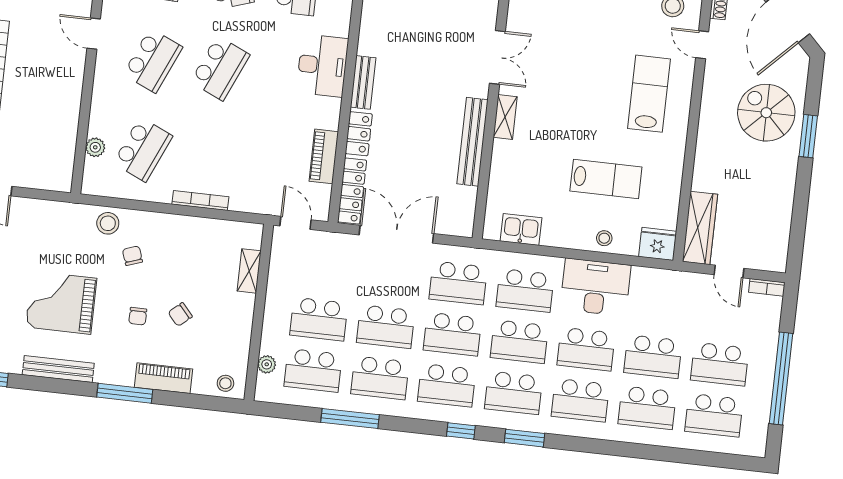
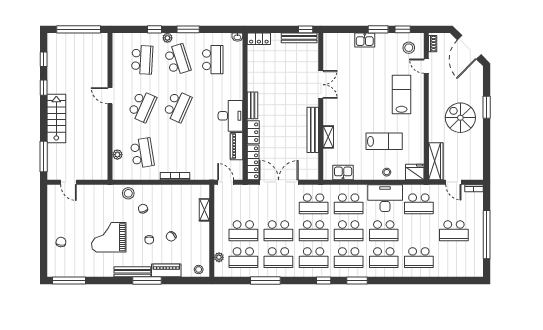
desk: (322, 65) -> (230, 116), moved
spiral stairs: (766, 113) -> (460, 118), moved
shelving: (505, 117) -> (328, 137), moved
school desk: (143, 150) -> (142, 153), turned -33
school desk: (653, 357) -> (419, 204), moved
bench: (58, 369) -> (132, 272), moved
school desk: (714, 415) -> (454, 258), removed

